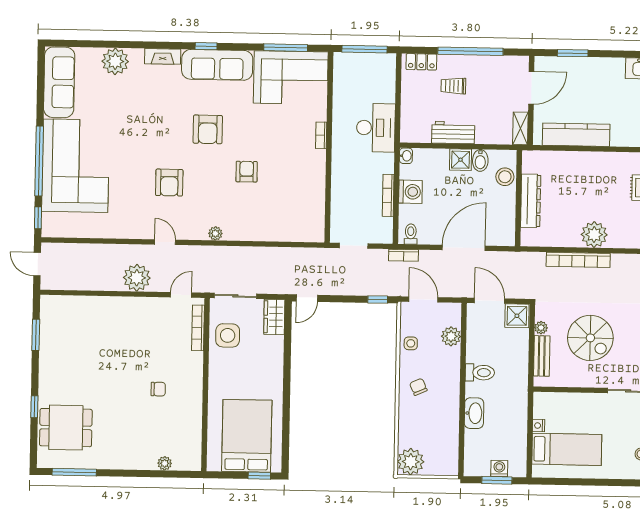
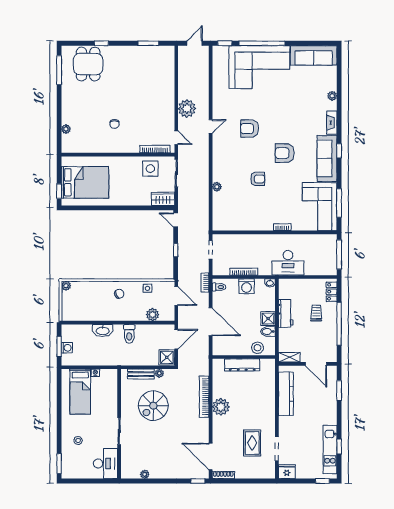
plant: (115, 61) -> (332, 96), width x0.53, depth x0.53
plant: (215, 233) -> (217, 187), moved
window: (378, 300) -> (176, 250), moved
door: (423, 300) -> (176, 296), hinge flipped
plant: (411, 462) -> (66, 286), width x0.53, depth x0.53

